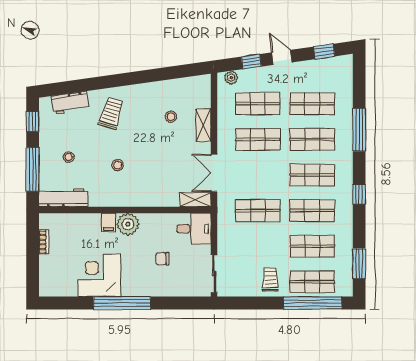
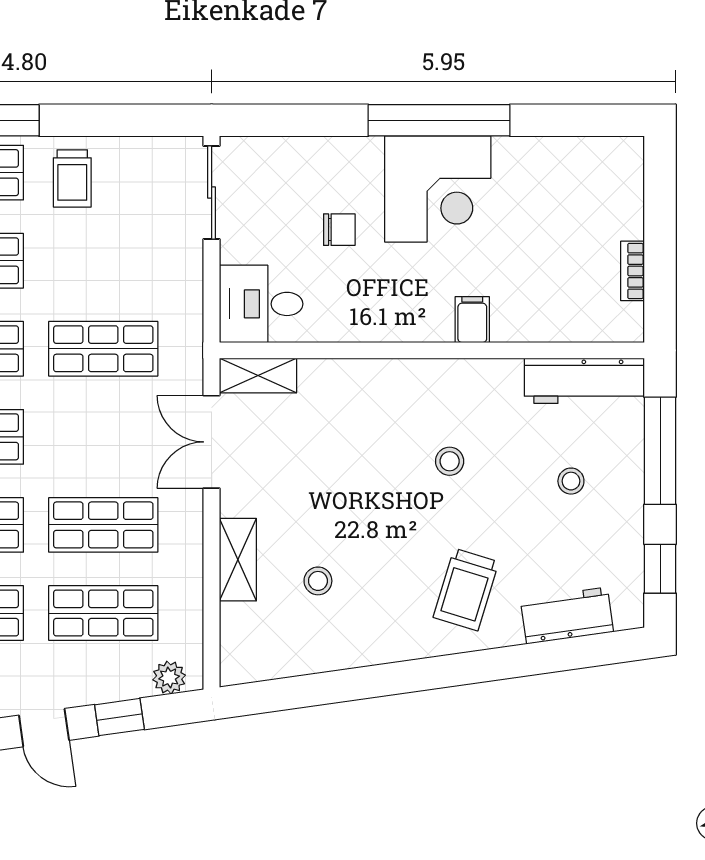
double door: (214, 173) -> (212, 442), swing flipped
plant: (128, 224) -> (424, 315), removed
corner desk: (99, 275) -> (438, 189), moved

